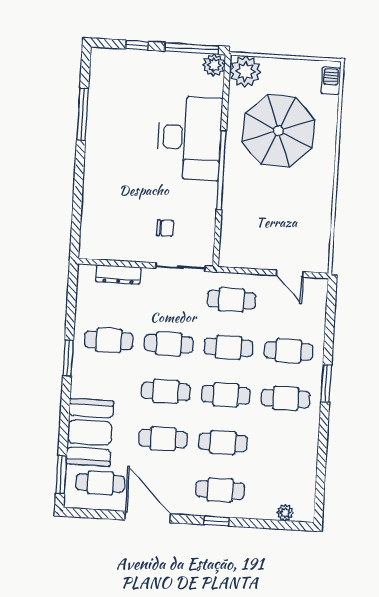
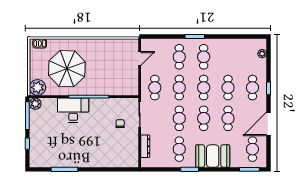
desk: (190, 138) -> (73, 110), width x0.73, depth x0.77
booth: (90, 432) -> (213, 156), moved

